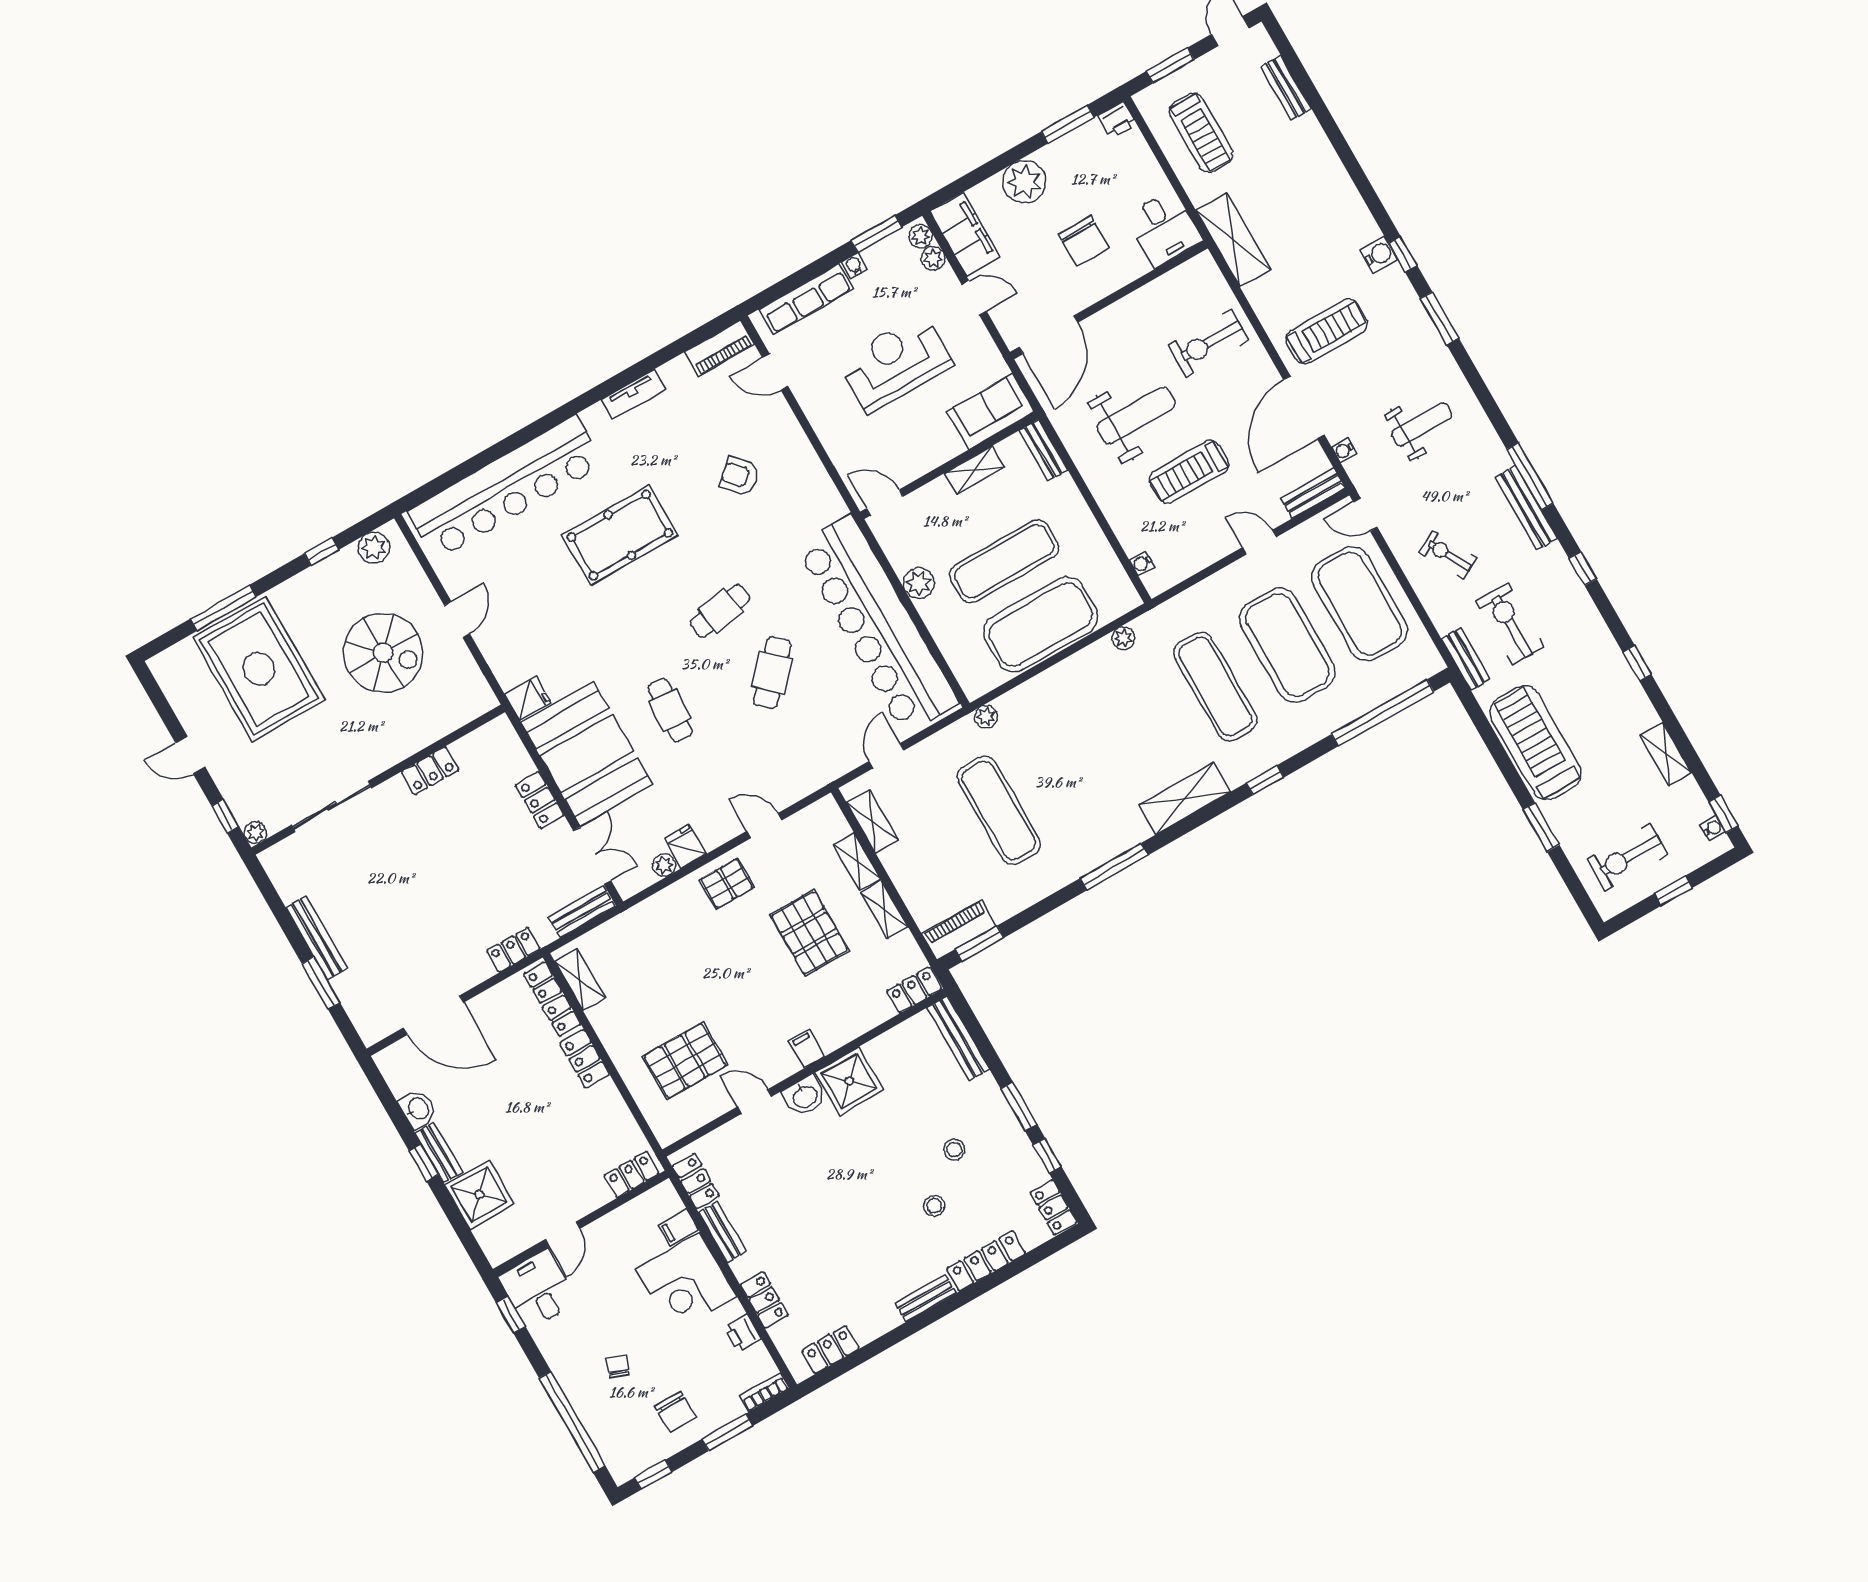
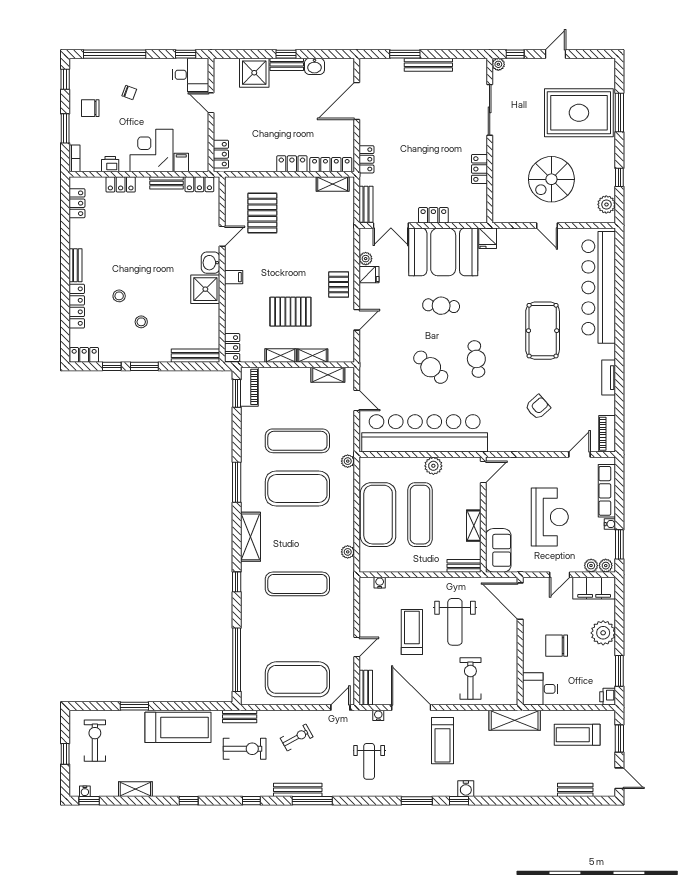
exercise mat: (1287, 645) -> (297, 489), moved

